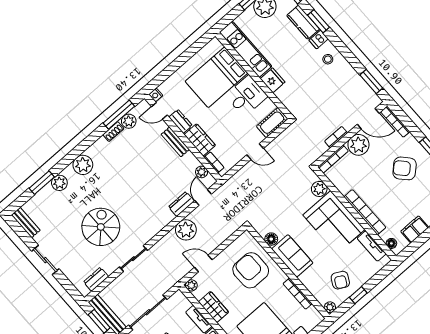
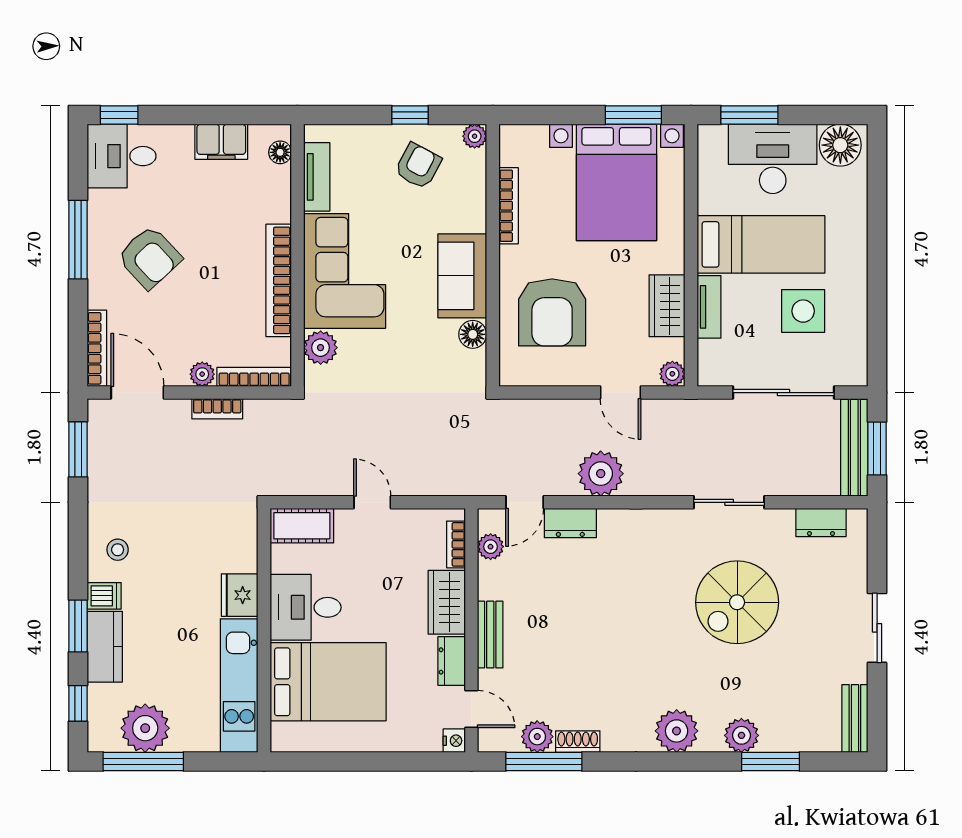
plant: (358, 145) -> (202, 374), width x0.53, depth x0.53
bookcase: (365, 212) -> (279, 280), moved

